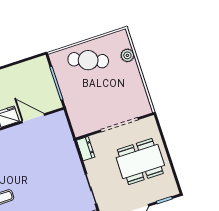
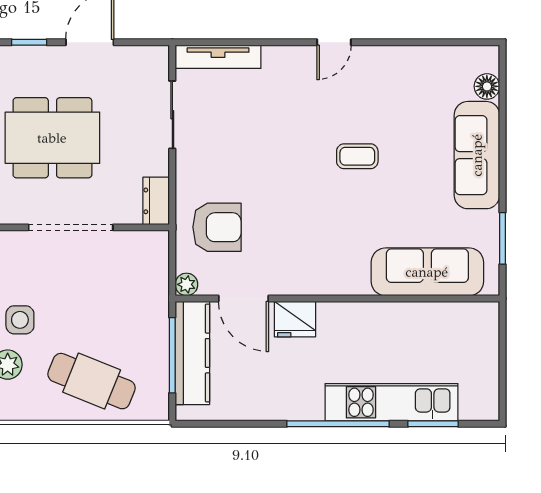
side table: (128, 77) -> (20, 320), added
kitchen counter: (48, 87) -> (192, 353), added
plant: (60, 116) -> (186, 284), added
armchair: (55, 146) -> (217, 227), added

